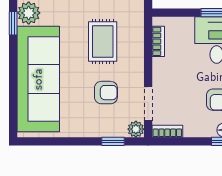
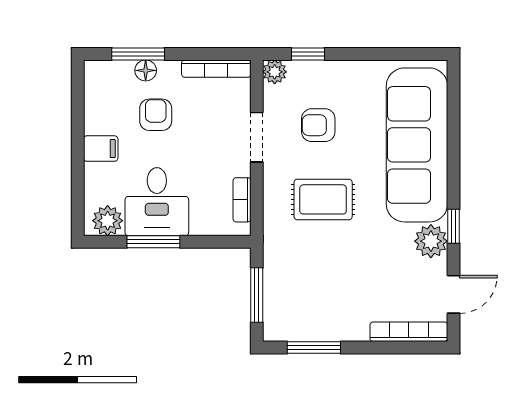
rug: (103, 42) -> (323, 199), turned 90
doorway: (148, 104) -> (257, 137), moved
bookcase: (167, 131) -> (216, 69), width x1.56

